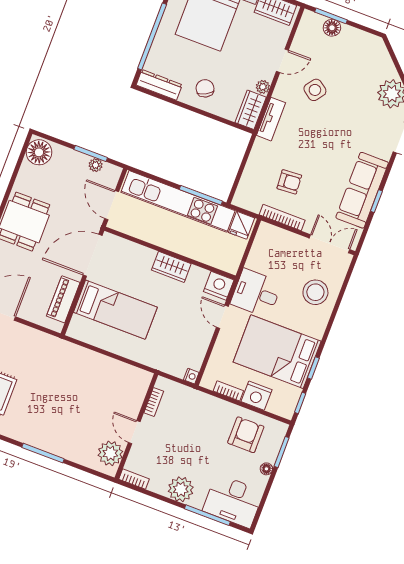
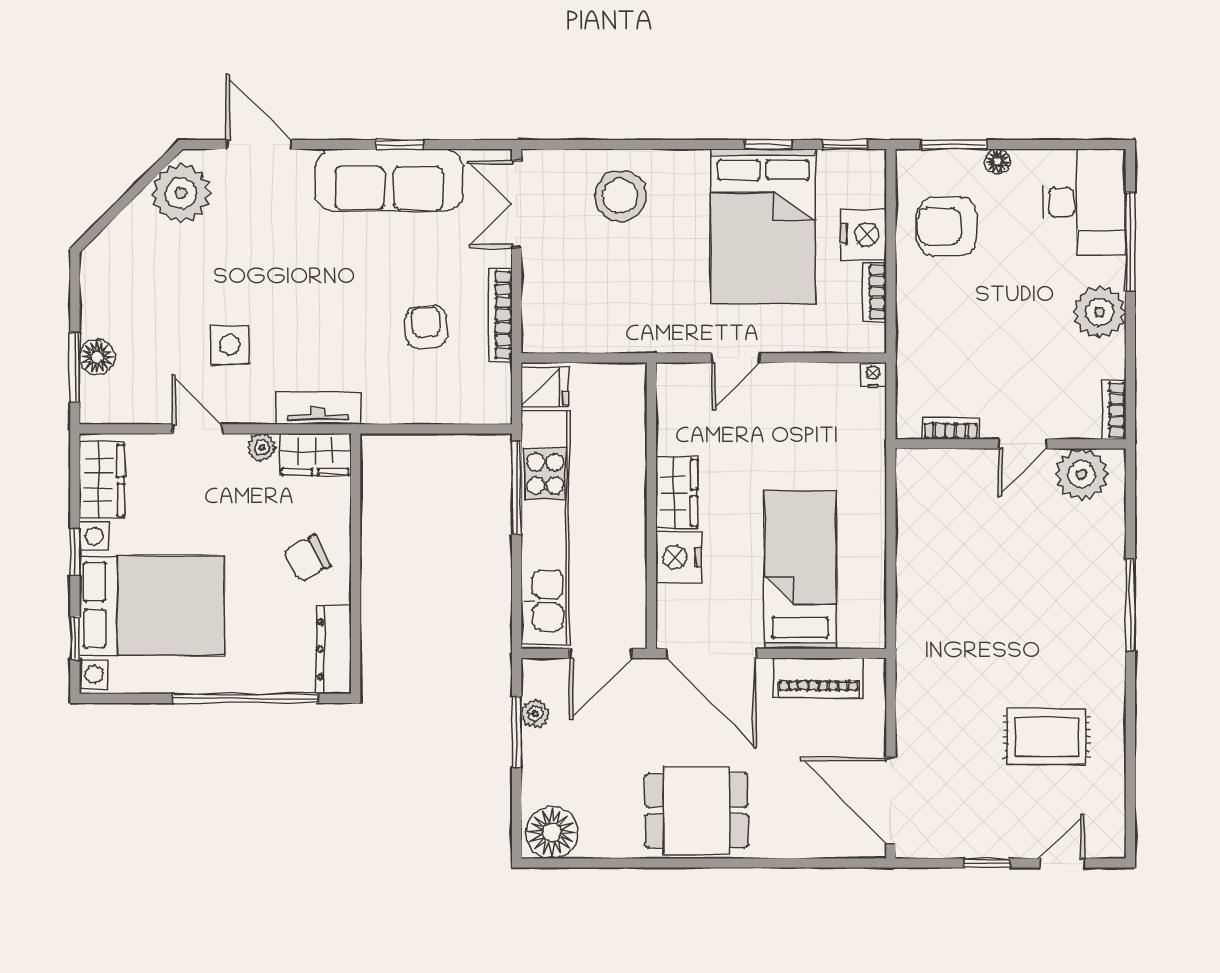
side table: (315, 90) -> (230, 345), turned -36
nightstand: (219, 286) -> (678, 557), moved
desk: (256, 293) -> (665, 310), removed

